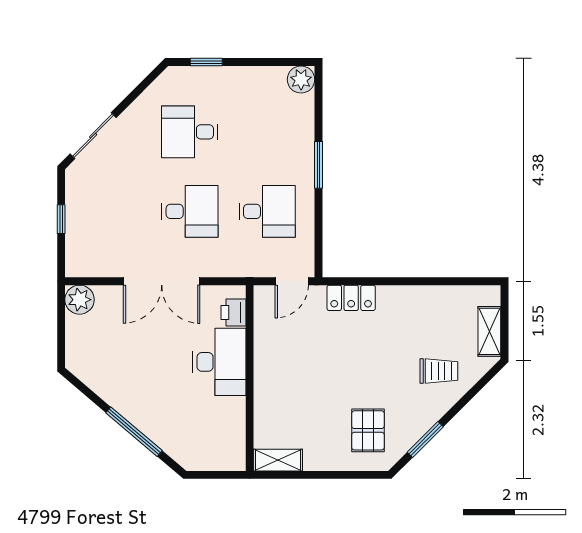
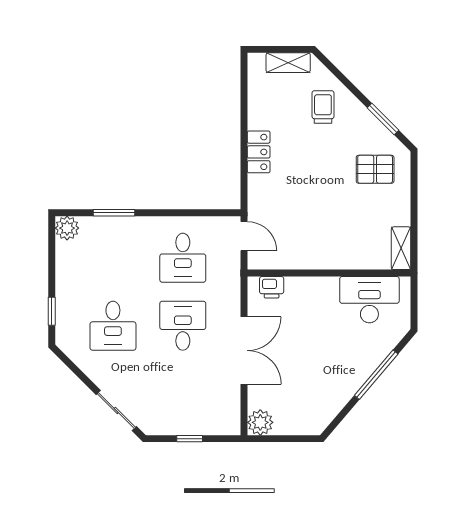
window: (318, 165) -> (114, 213), moved
desk: (267, 211) -> (183, 258), turned 180
locker: (351, 298) -> (259, 152), moved
desk: (219, 362) -> (369, 300), moved

